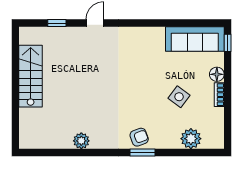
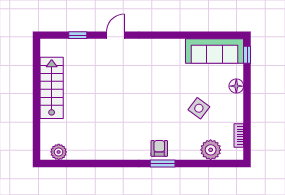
bookcase: (219, 95) -> (239, 135), moved
armchair: (139, 137) -> (159, 148), turned -70
plant: (81, 141) -> (59, 152), moved

